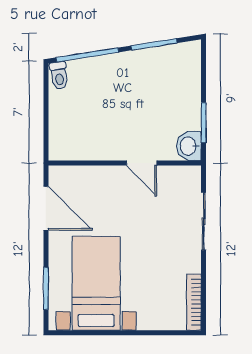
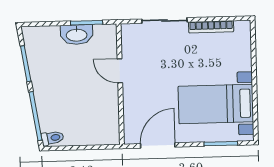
washbasin: (189, 146) -> (77, 35), moved, width x1.38
door: (142, 163) -> (120, 71), swing flipped
bookcase: (194, 302) -> (211, 27), moved

